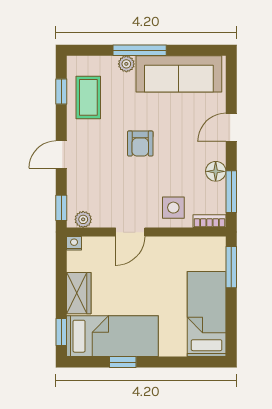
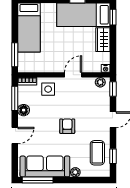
window: (140, 50) -> (38, 180), moved

